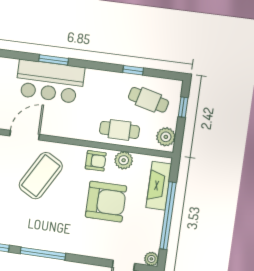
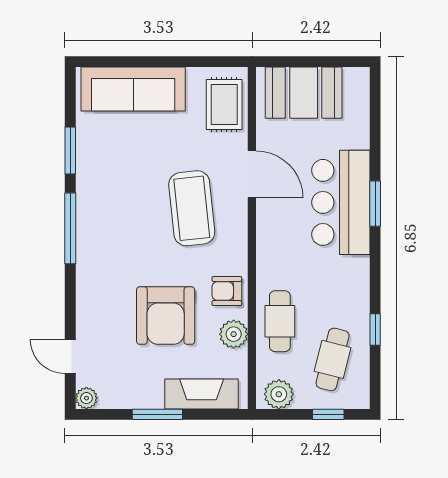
armchair: (96, 161) -> (227, 291), turned 90
coffee table: (41, 176) -> (192, 208), turned 54
window: (168, 216) -> (157, 414), width x0.47

